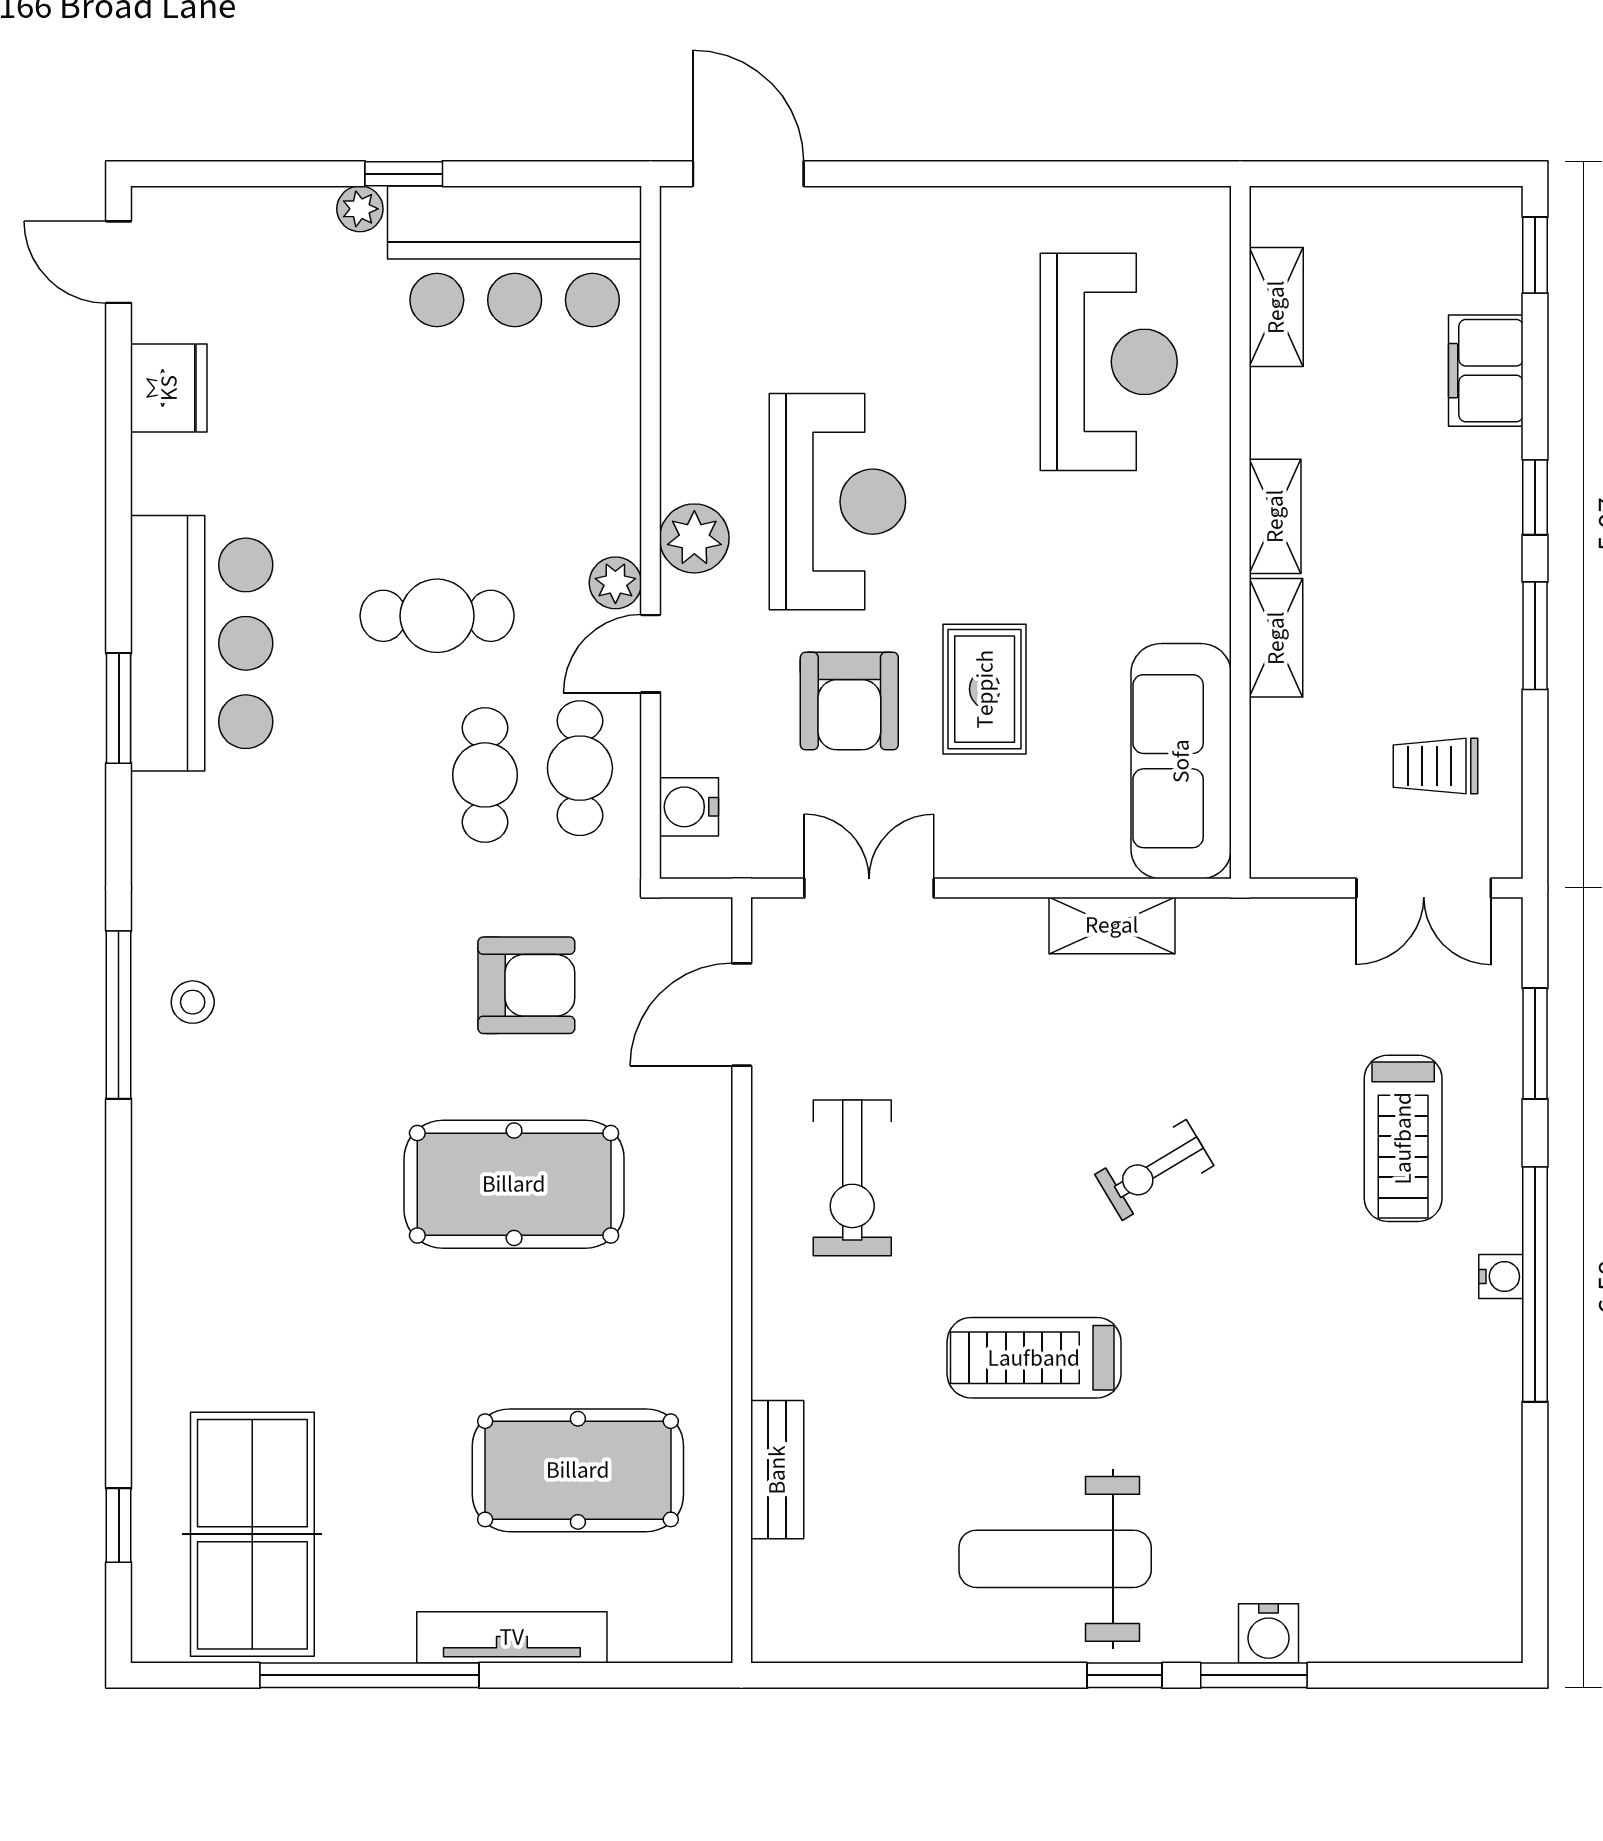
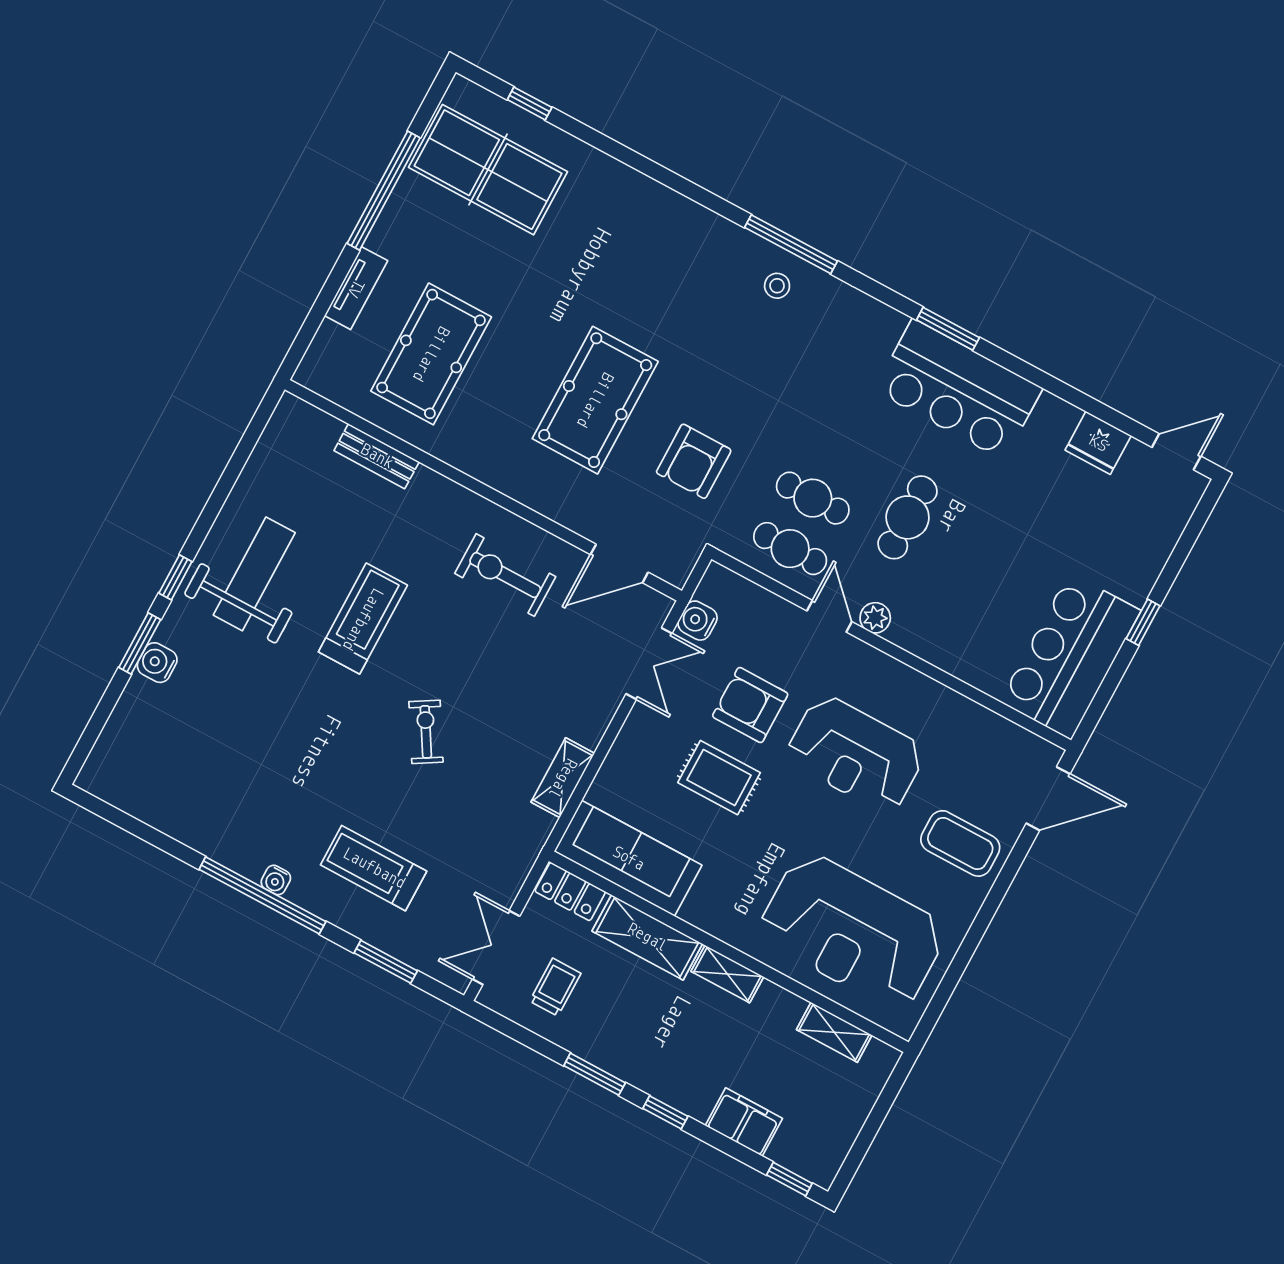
plant: (360, 209) -> (1137, 590), removed
coffee table: (888, 270) -> (960, 843), added
reception desk: (1109, 362) -> (852, 931), width x1.36, depth x1.30
plant: (694, 538) -> (876, 670), removed
shelving: (1276, 638) -> (647, 937), width x1.50, depth x1.33
water cooler: (689, 807) -> (698, 621), moved, turned -90
locker: (1278, 822) -> (570, 891), added
door: (742, 1015) -> (619, 563), swing flipped
tv unit: (512, 1637) -> (356, 288), width x0.71

